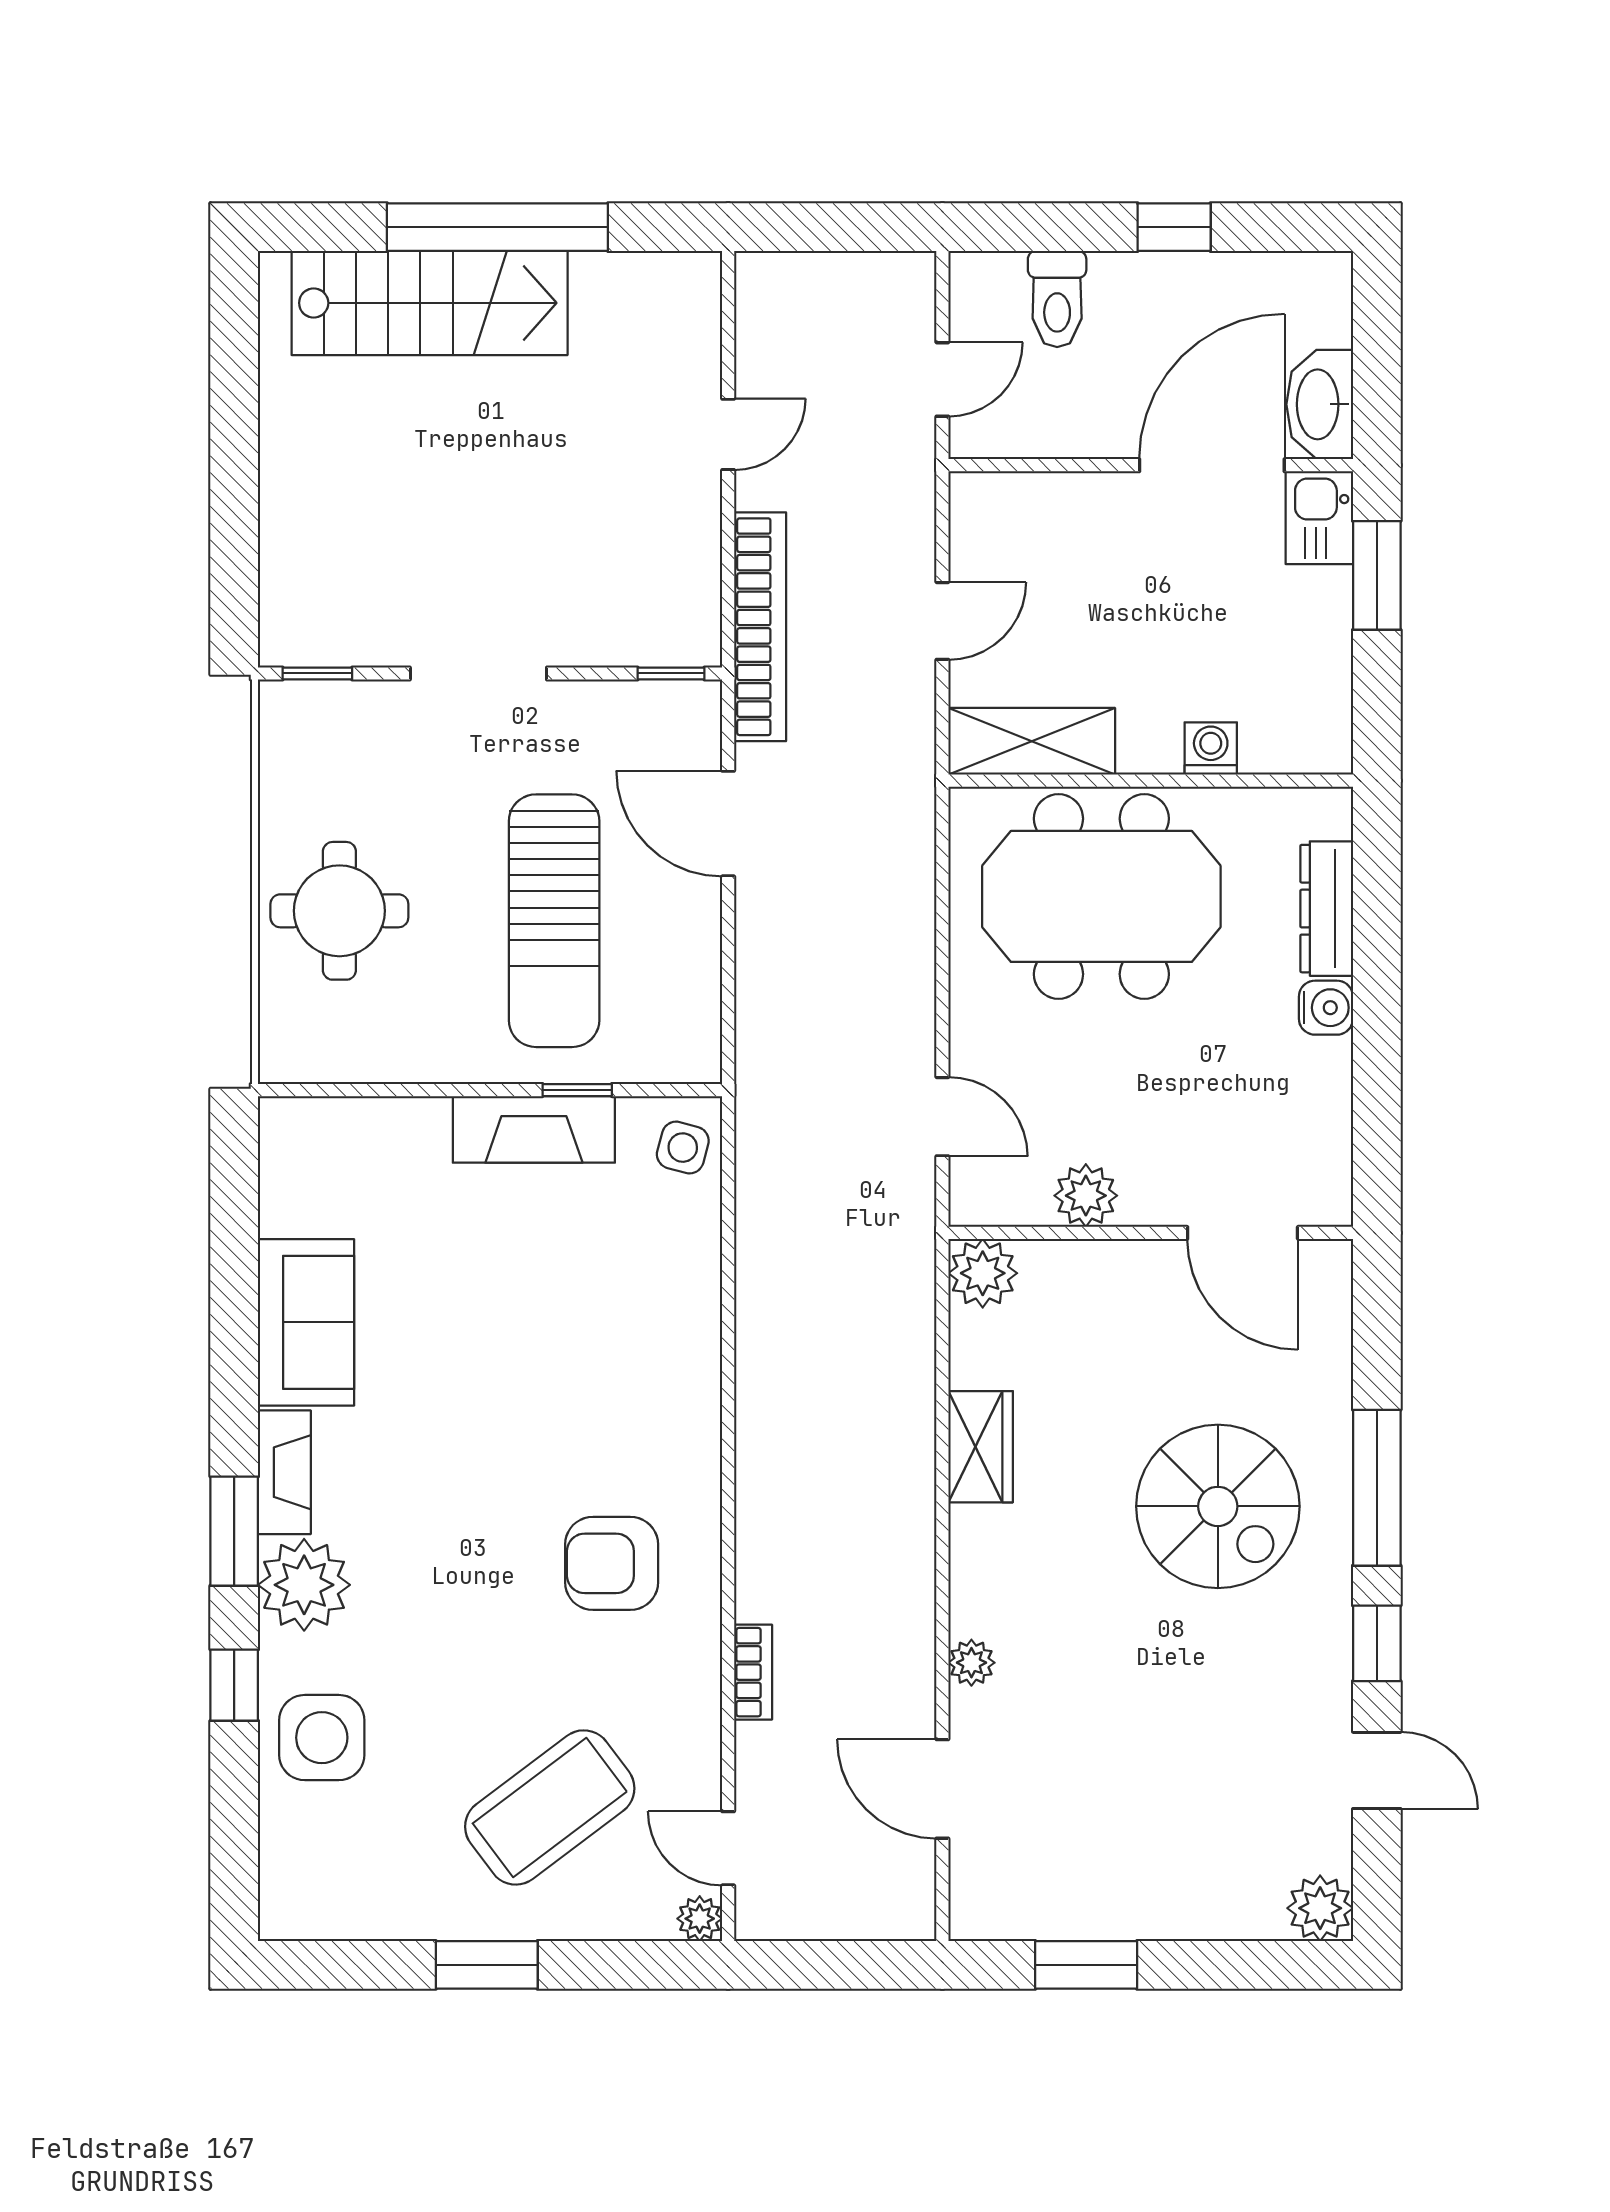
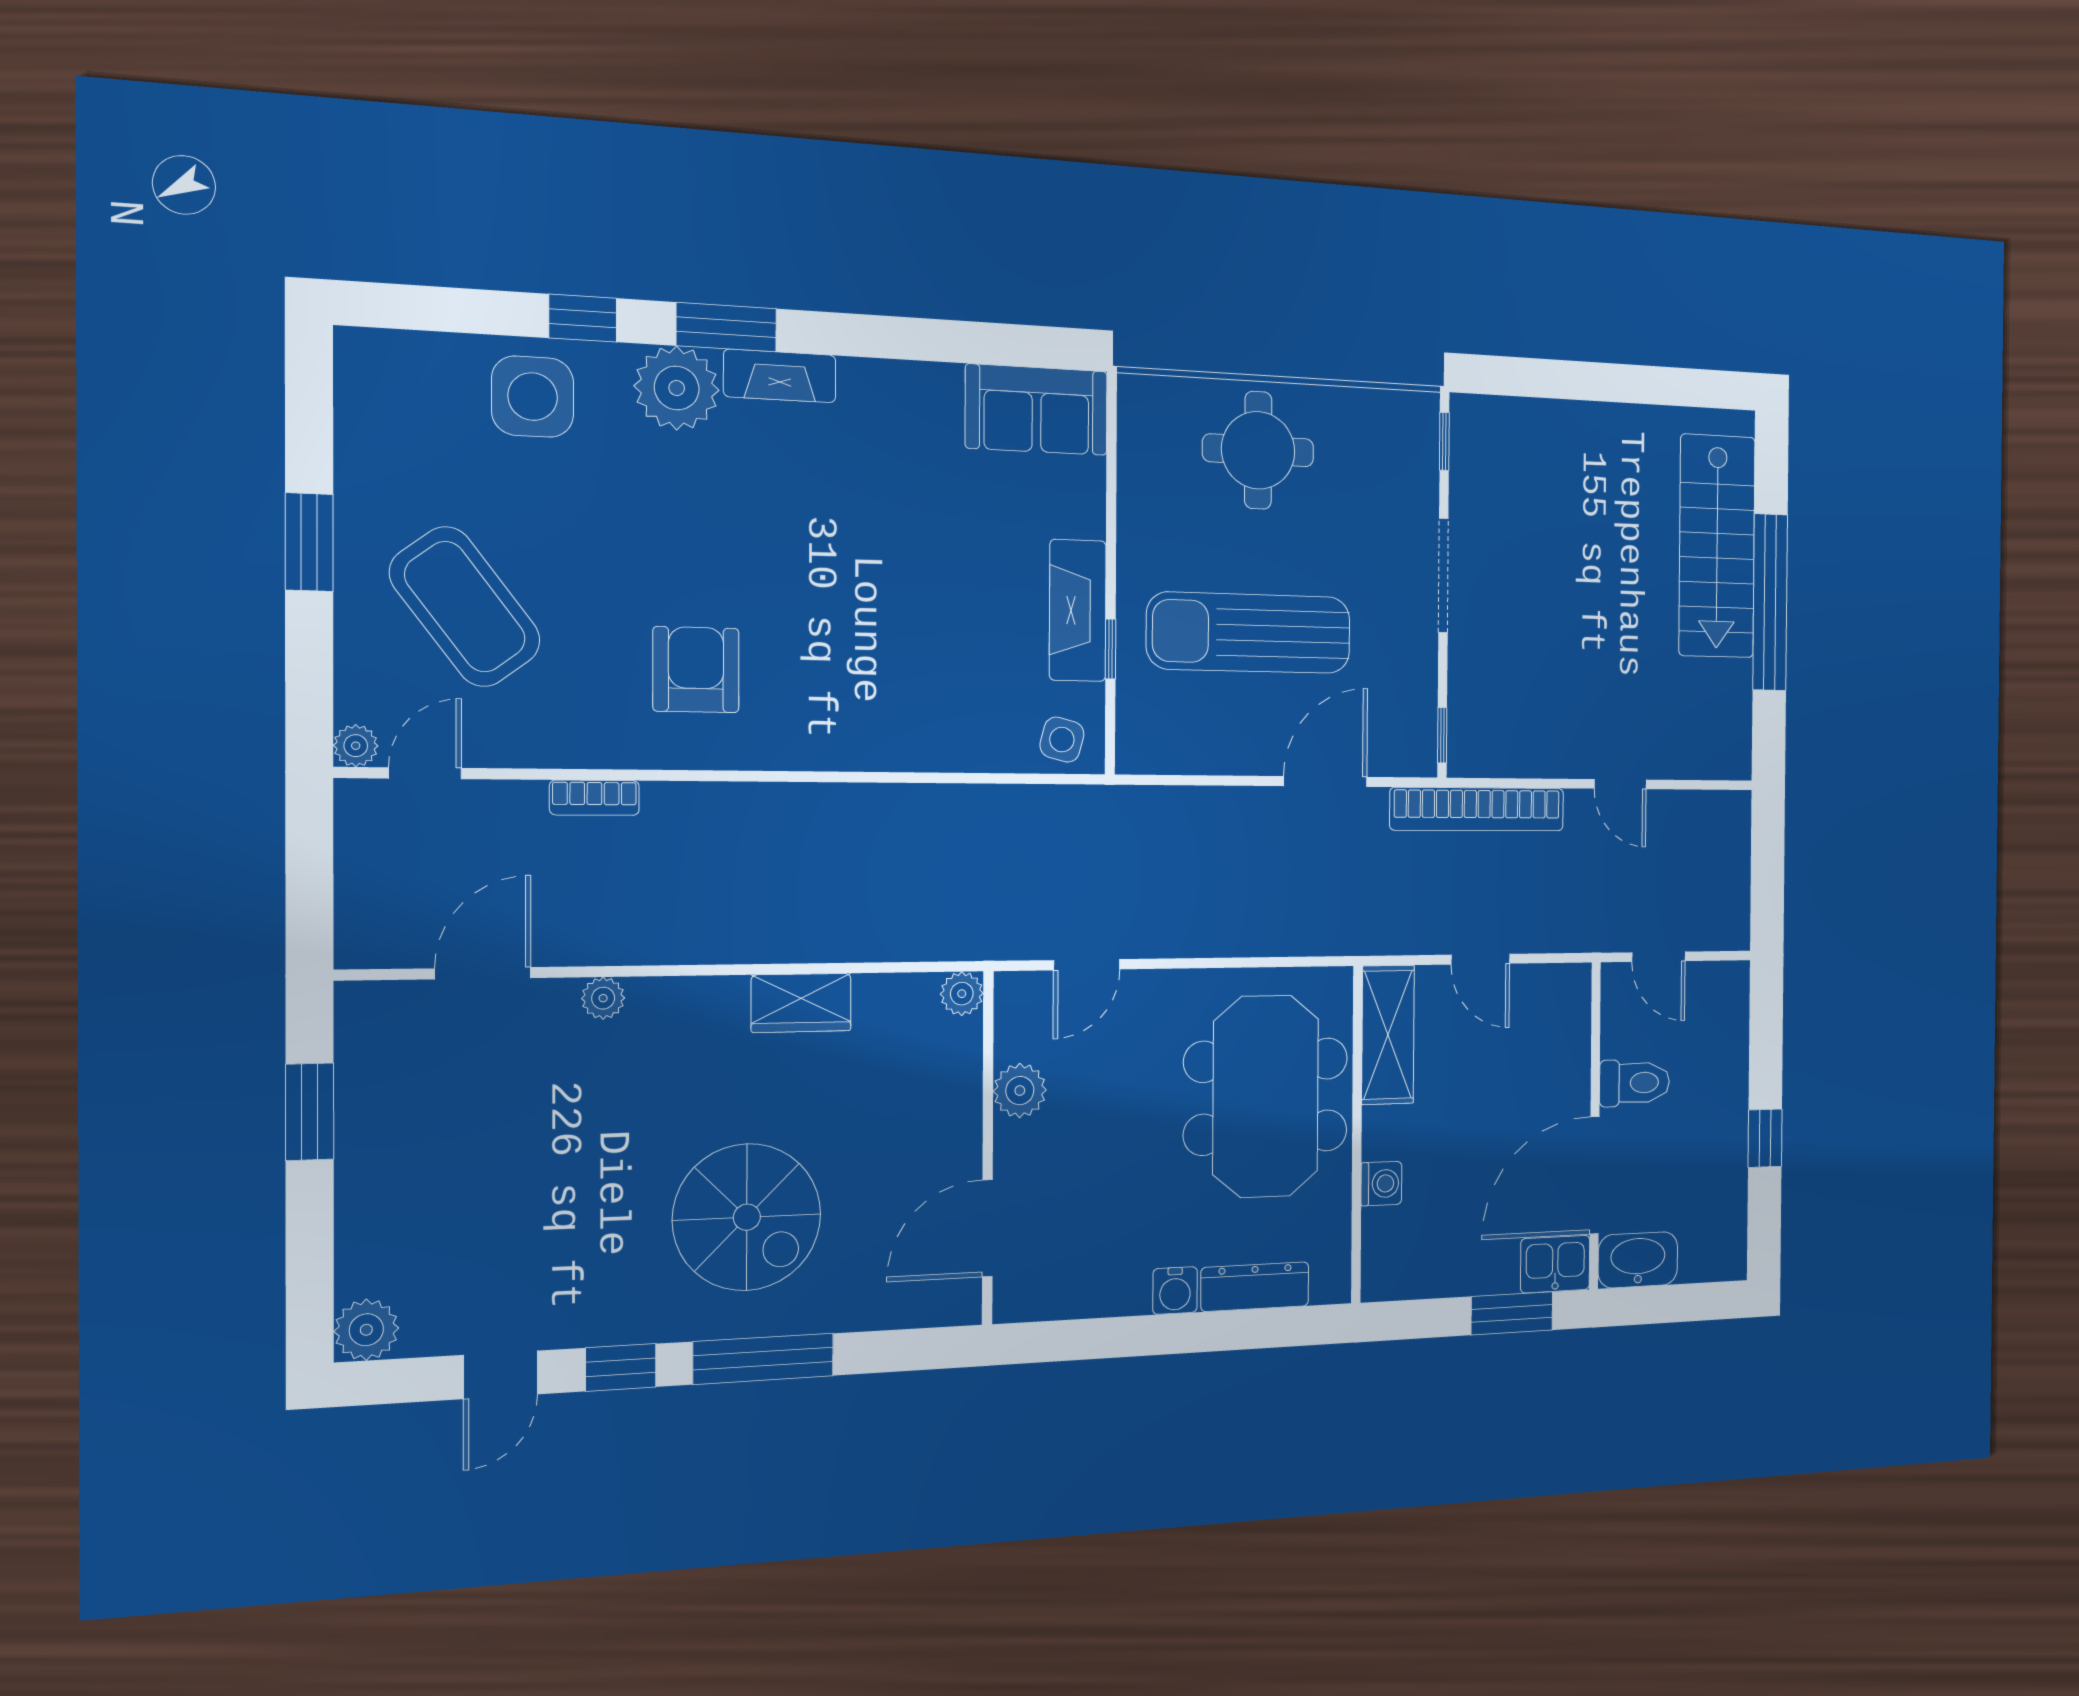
toilet: (1057, 299) -> (1635, 1083), moved, turned 180
door: (1212, 465) -> (1594, 1175), swing flipped
plant: (983, 1273) -> (962, 994), width x0.73, depth x0.73
sofa: (306, 1322) -> (1037, 410), moved
spiral stairs: (1218, 1506) -> (747, 1217), turned -90

